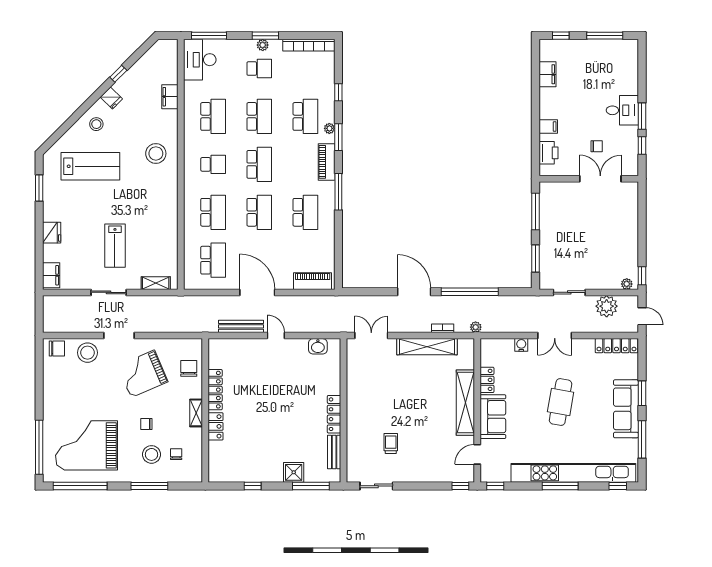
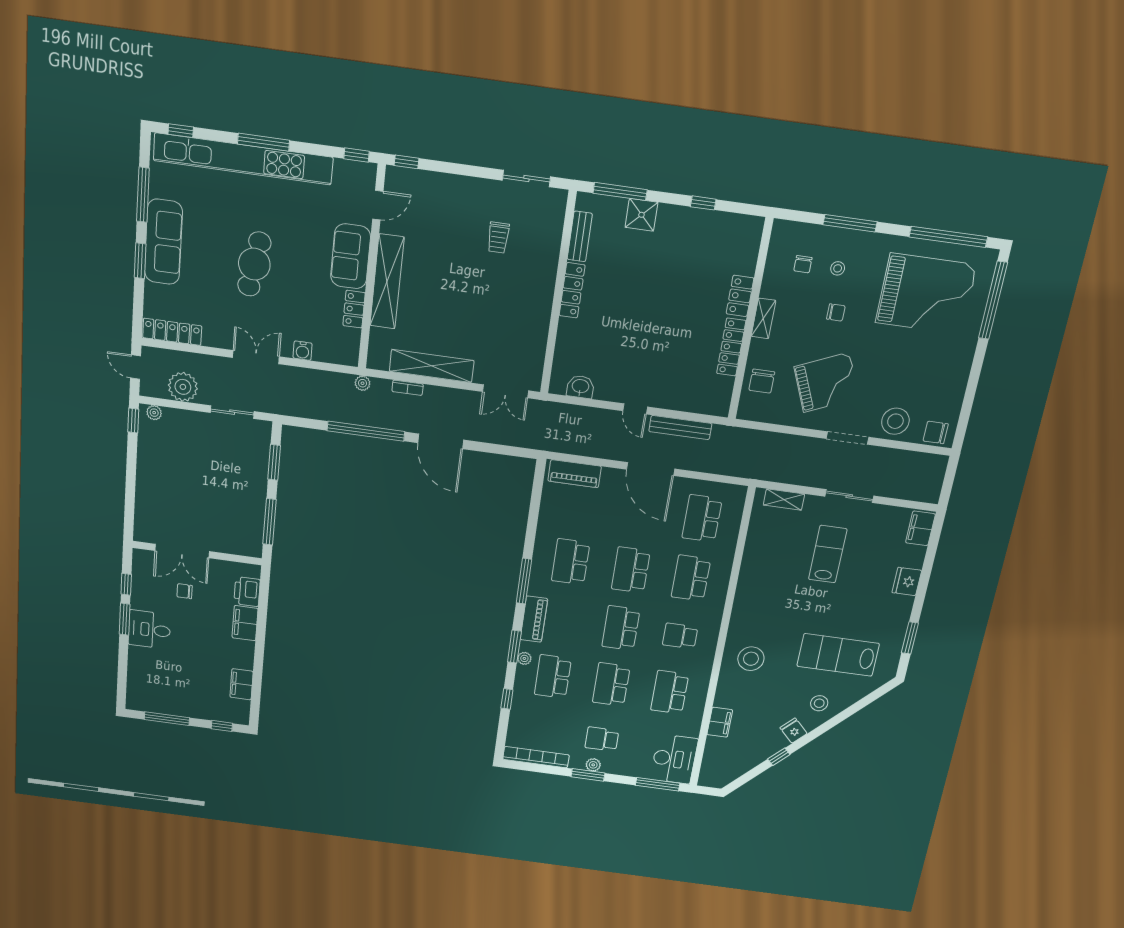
filing cabinet: (548, 127) -> (245, 623), width x2.00
stool: (152, 454) -> (838, 268), width x0.53, depth x0.53

